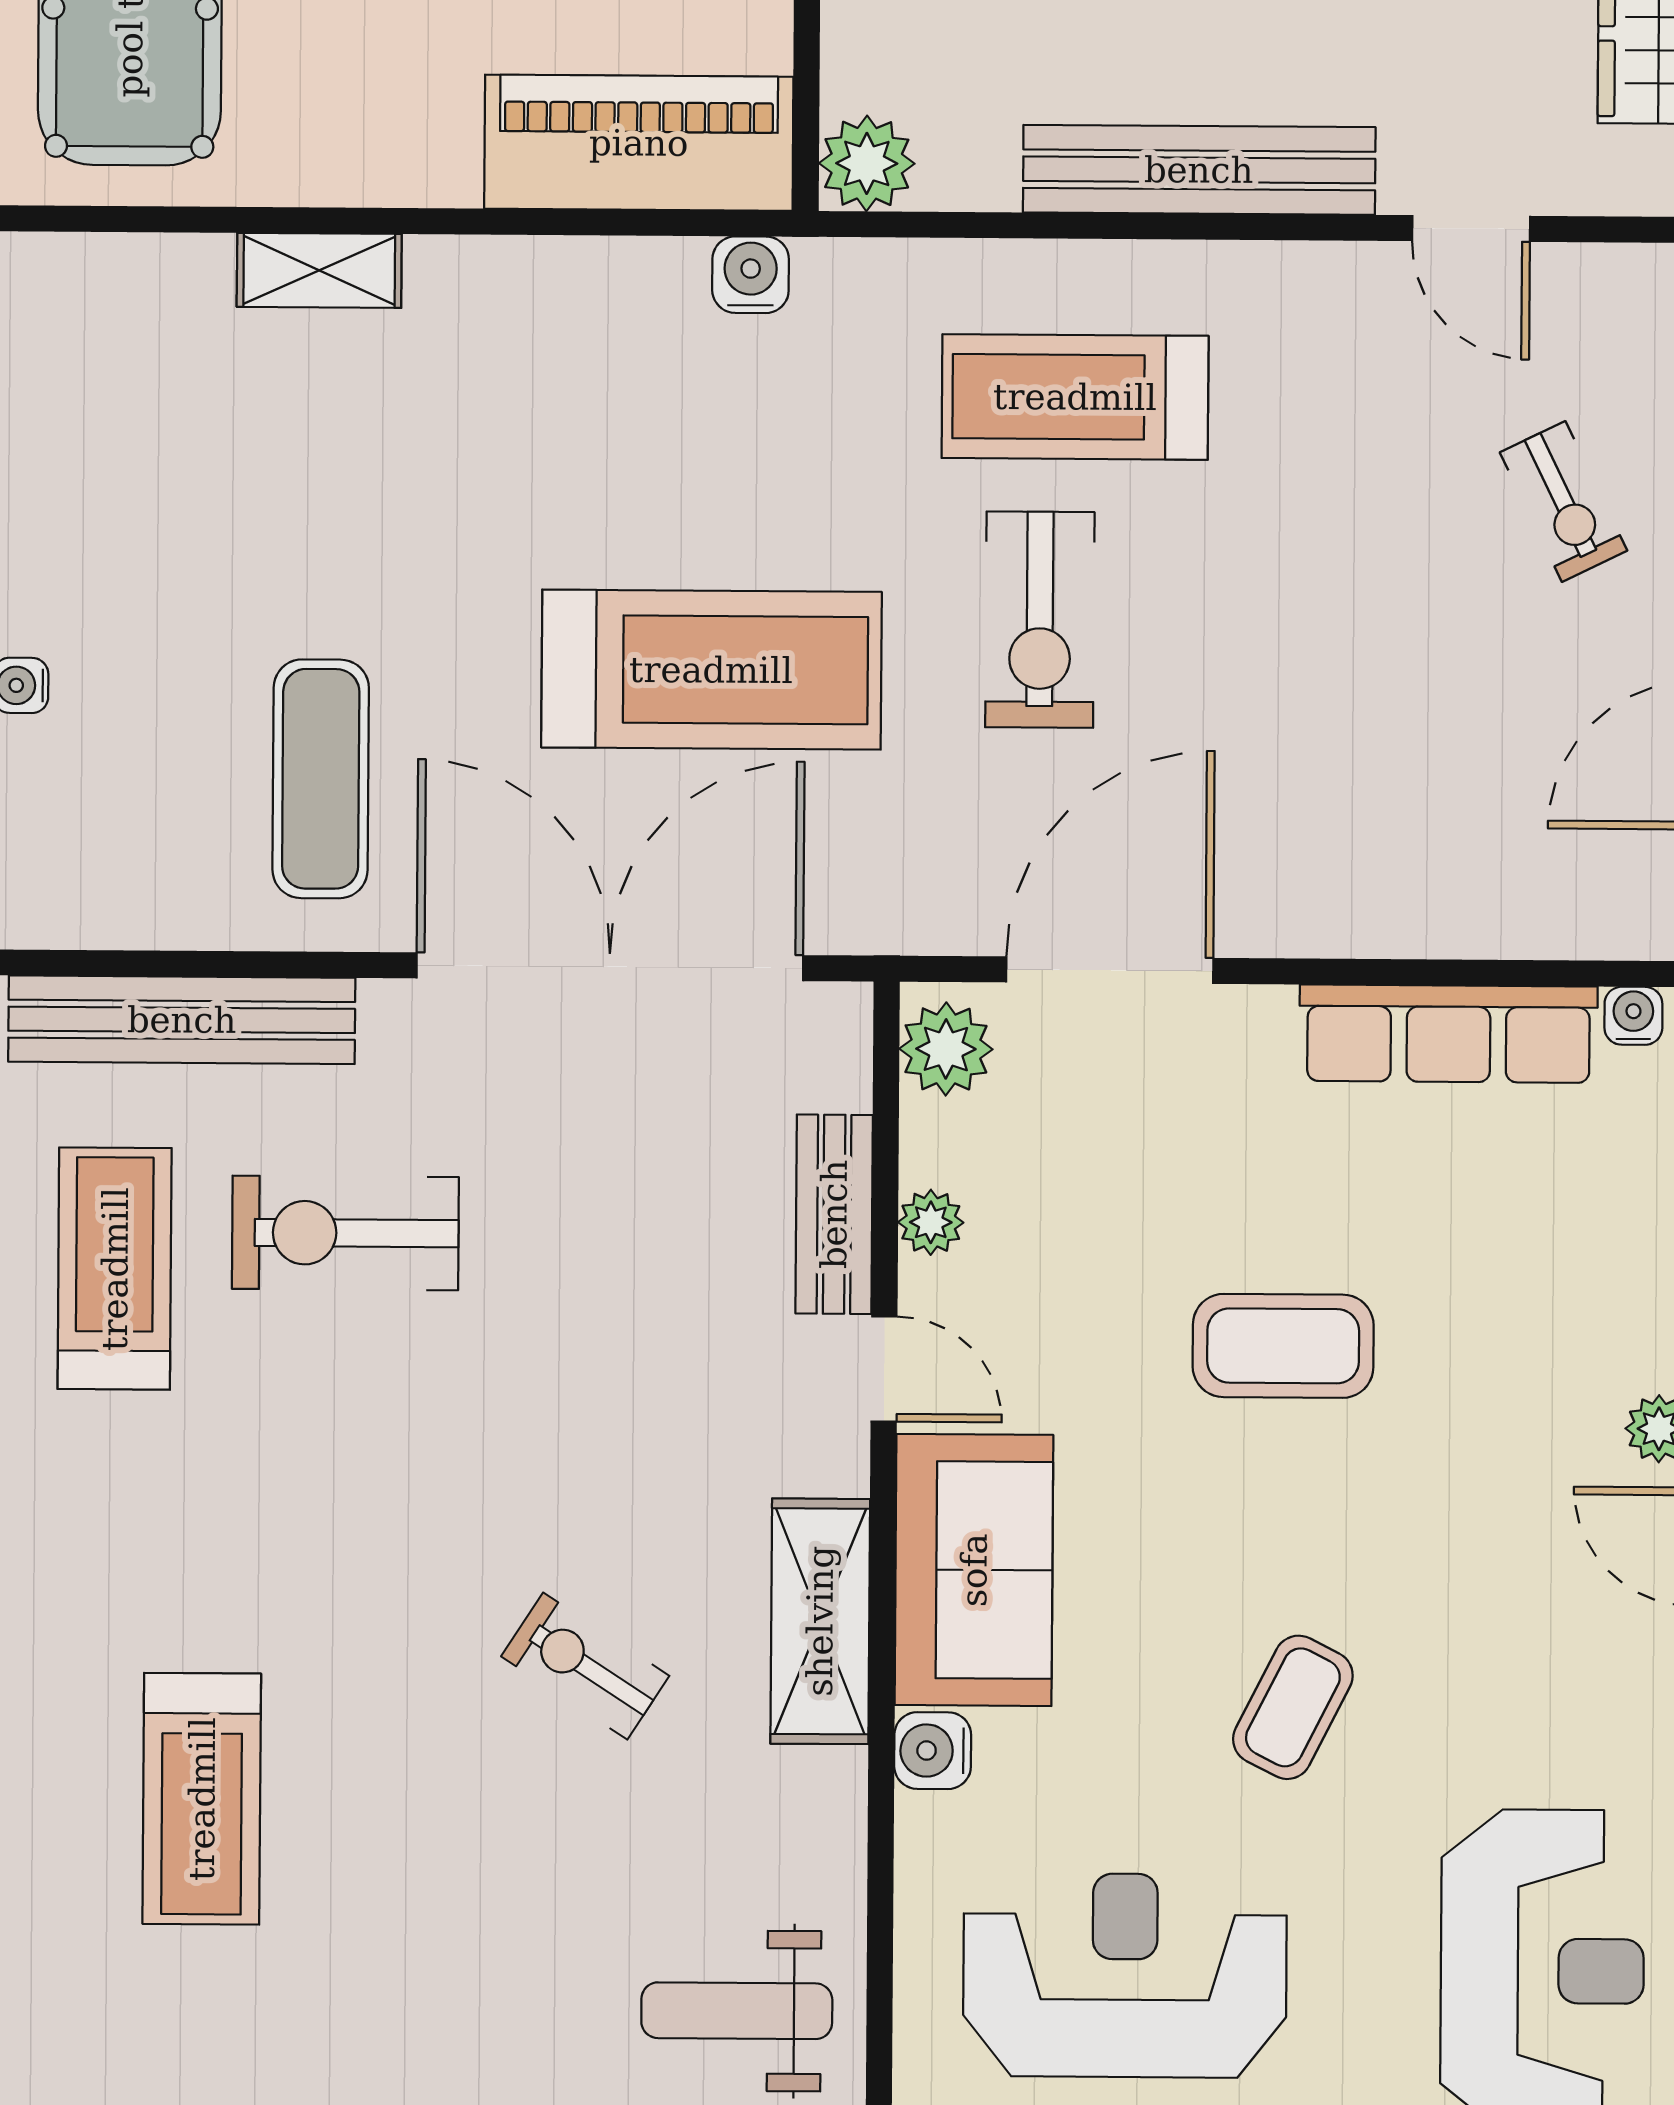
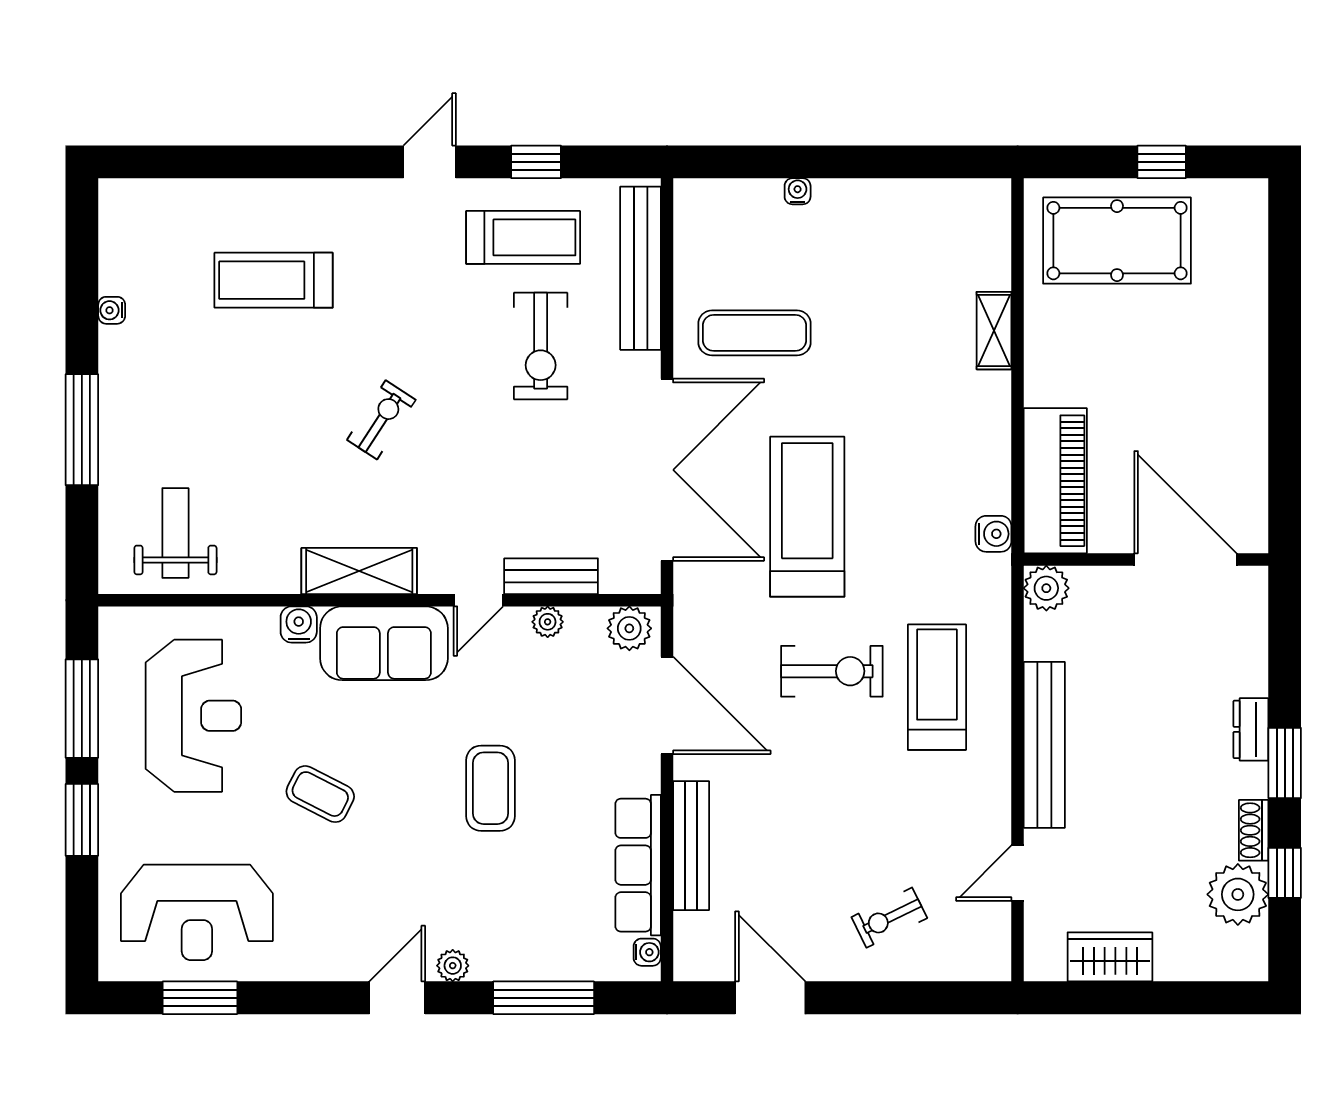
exercise bike: (1040, 620) -> (832, 671), turned 180
treadmill: (711, 670) -> (807, 517), turned 180
bench: (1408, 921) -> (691, 846), added
exercise bike: (345, 1233) -> (541, 346), turned 180
exercise bike: (585, 1666) -> (381, 420), moved

